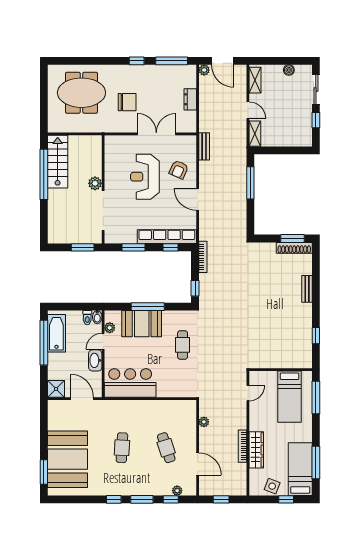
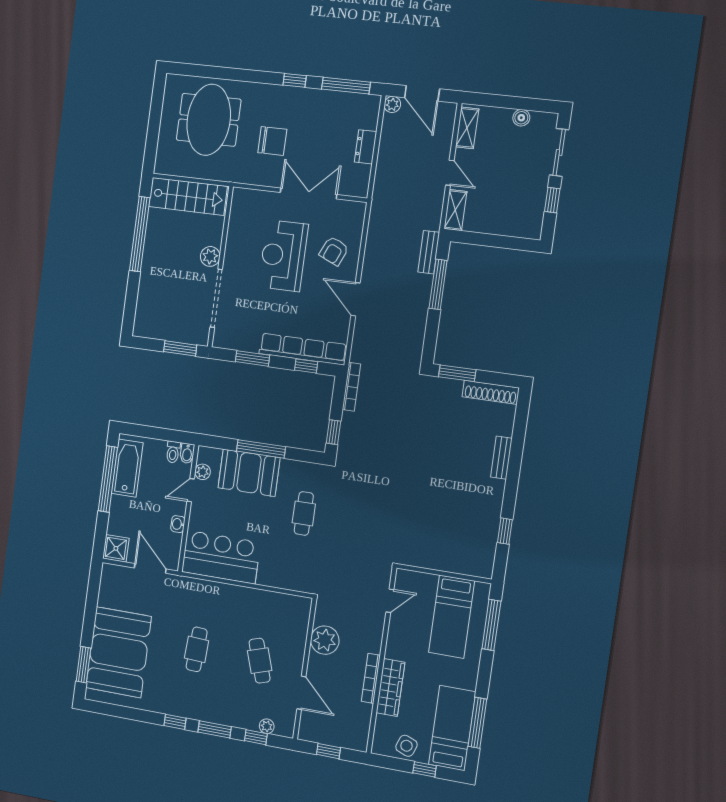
meeting table: (81, 93) -> (209, 120), turned 90
bench: (204, 146) -> (429, 252), moved
stairs: (58, 162) -> (188, 196), moved, turned 90
window: (293, 239) -> (457, 373), moved
washbasin: (95, 360) -> (178, 524), width x0.52, depth x0.69
plant: (204, 422) -> (325, 640), width x1.88, depth x1.88

